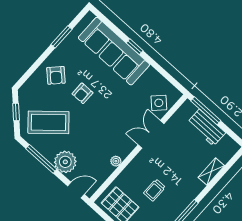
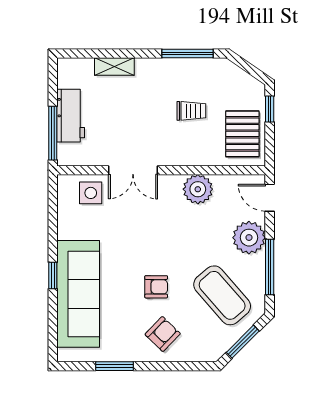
side table: (159, 103) -> (91, 193), turned 45
window: (16, 112) -> (243, 342), width x1.50
plant: (116, 161) -> (198, 189), width x1.88, depth x1.88

